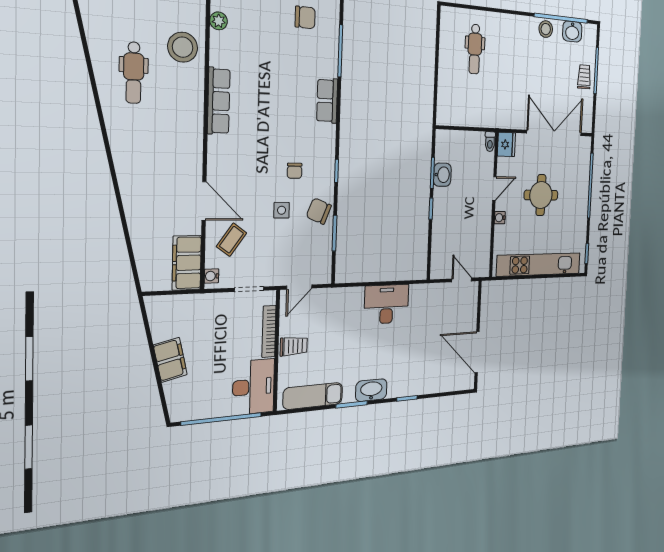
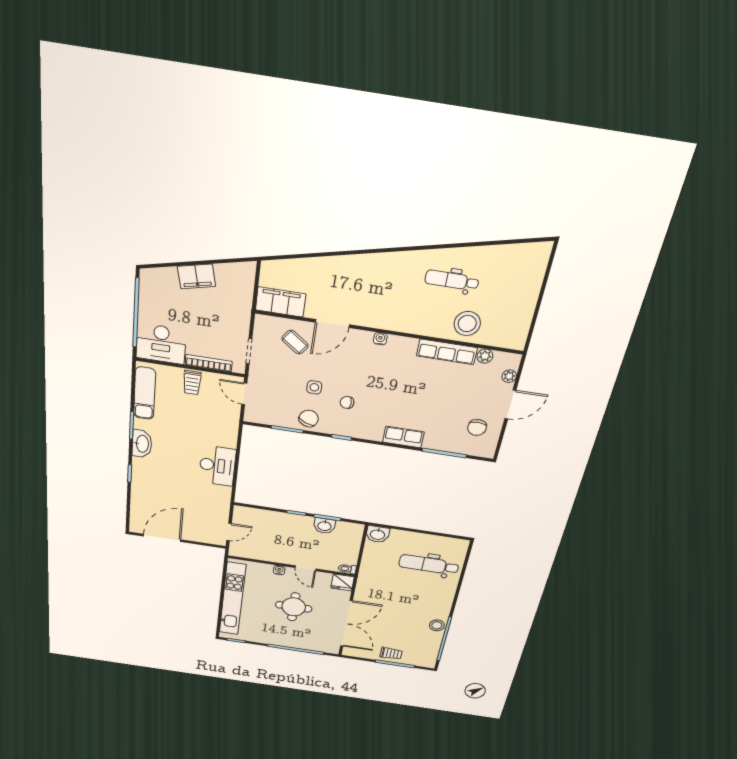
washbasin: (572, 31) -> (378, 534), moved, turned -90
dental chair: (475, 49) -> (429, 565), width x1.36, depth x1.38
row of seats: (219, 101) -> (447, 352), moved
water cooler: (211, 276) -> (380, 339), moved

